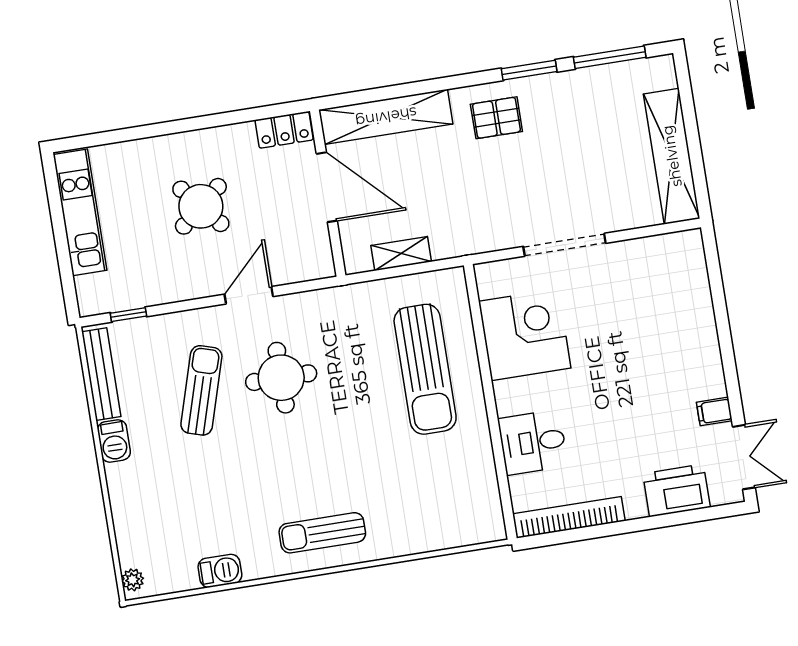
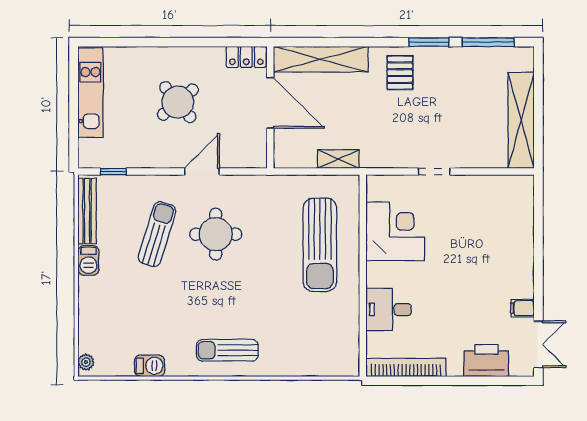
pallet: (496, 118) -> (400, 73), turned 90
doorway: (565, 245) -> (434, 171), width x0.53
shelving: (401, 254) -> (338, 159), moved

